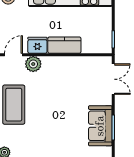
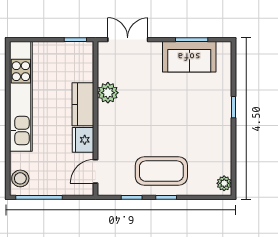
door: (14, 55) -> (96, 171), hinge flipped
plant: (33, 64) -> (108, 93), moved

